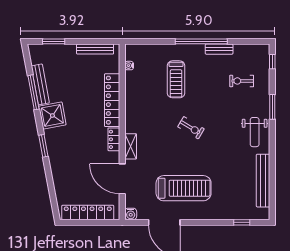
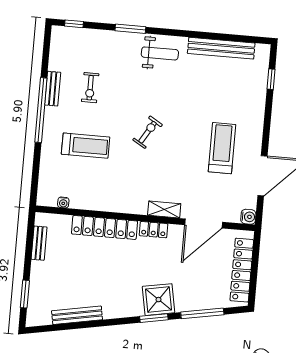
bench: (95, 49) -> (39, 243), width x0.73
exercise bike: (242, 81) -> (90, 88), moved
window: (33, 92) -> (202, 313), moved
shower: (52, 115) -> (159, 300), moved
treadmill: (184, 188) -> (222, 148), width x0.73, depth x0.73

